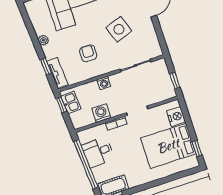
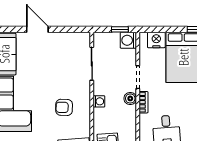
side table: (119, 29) -> (50, 69), removed
boiler: (116, 110) -> (130, 98), added
washing machine: (101, 113) -> (128, 40), moved

